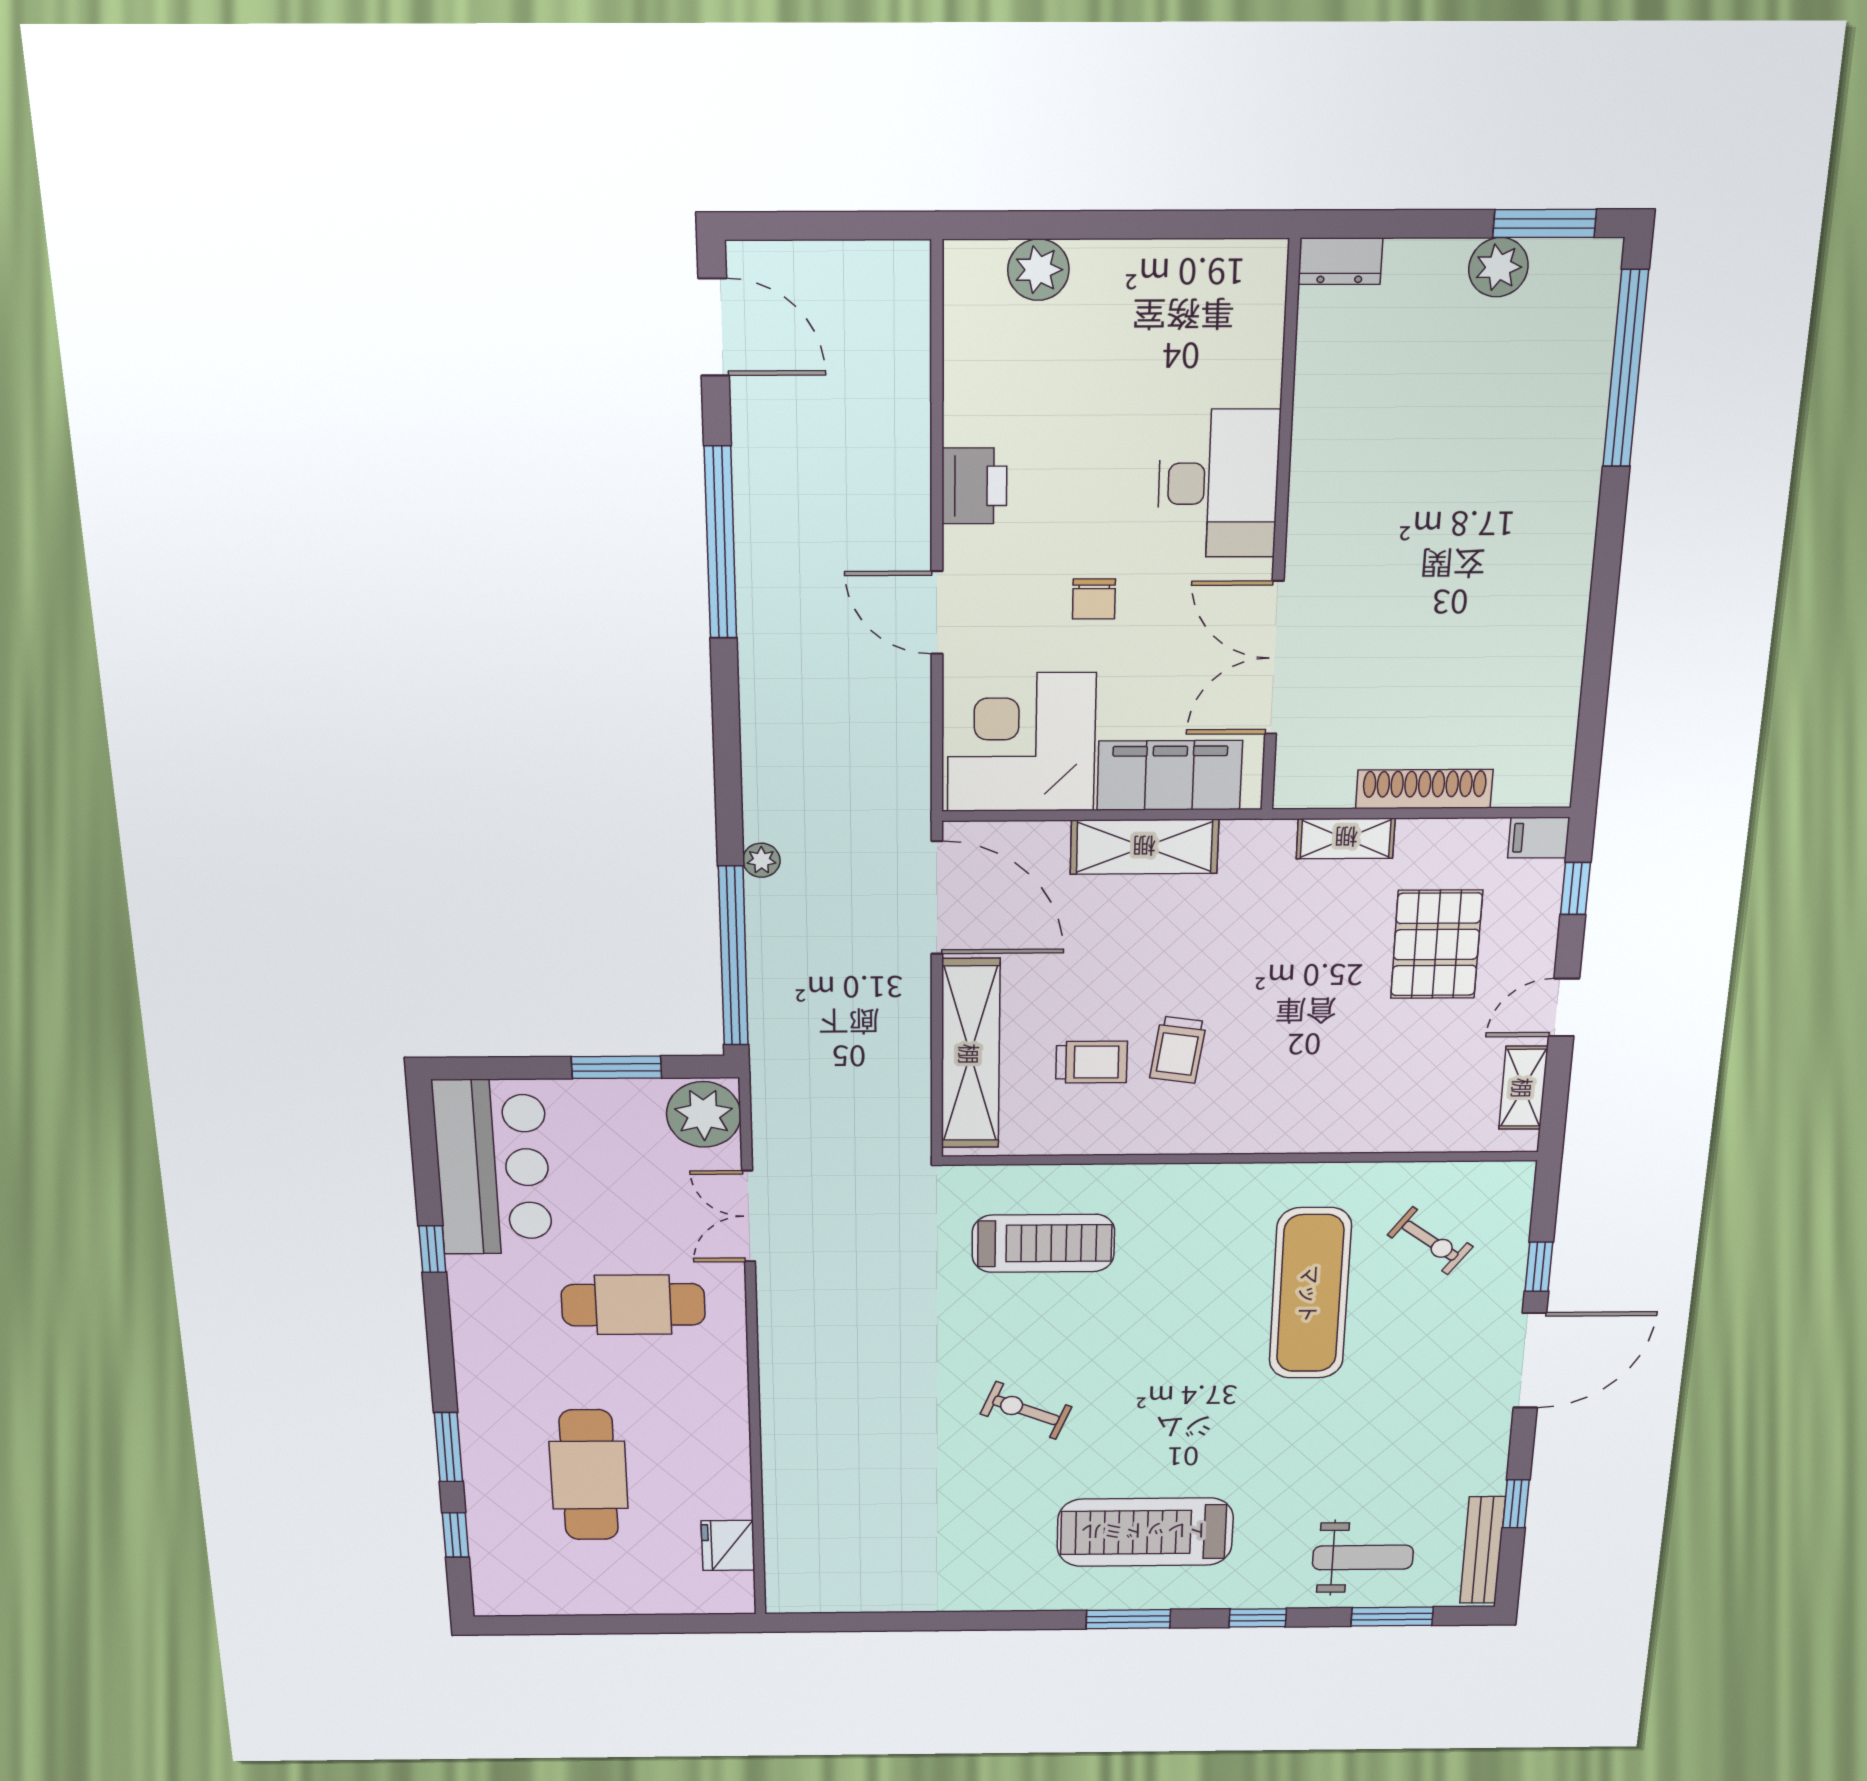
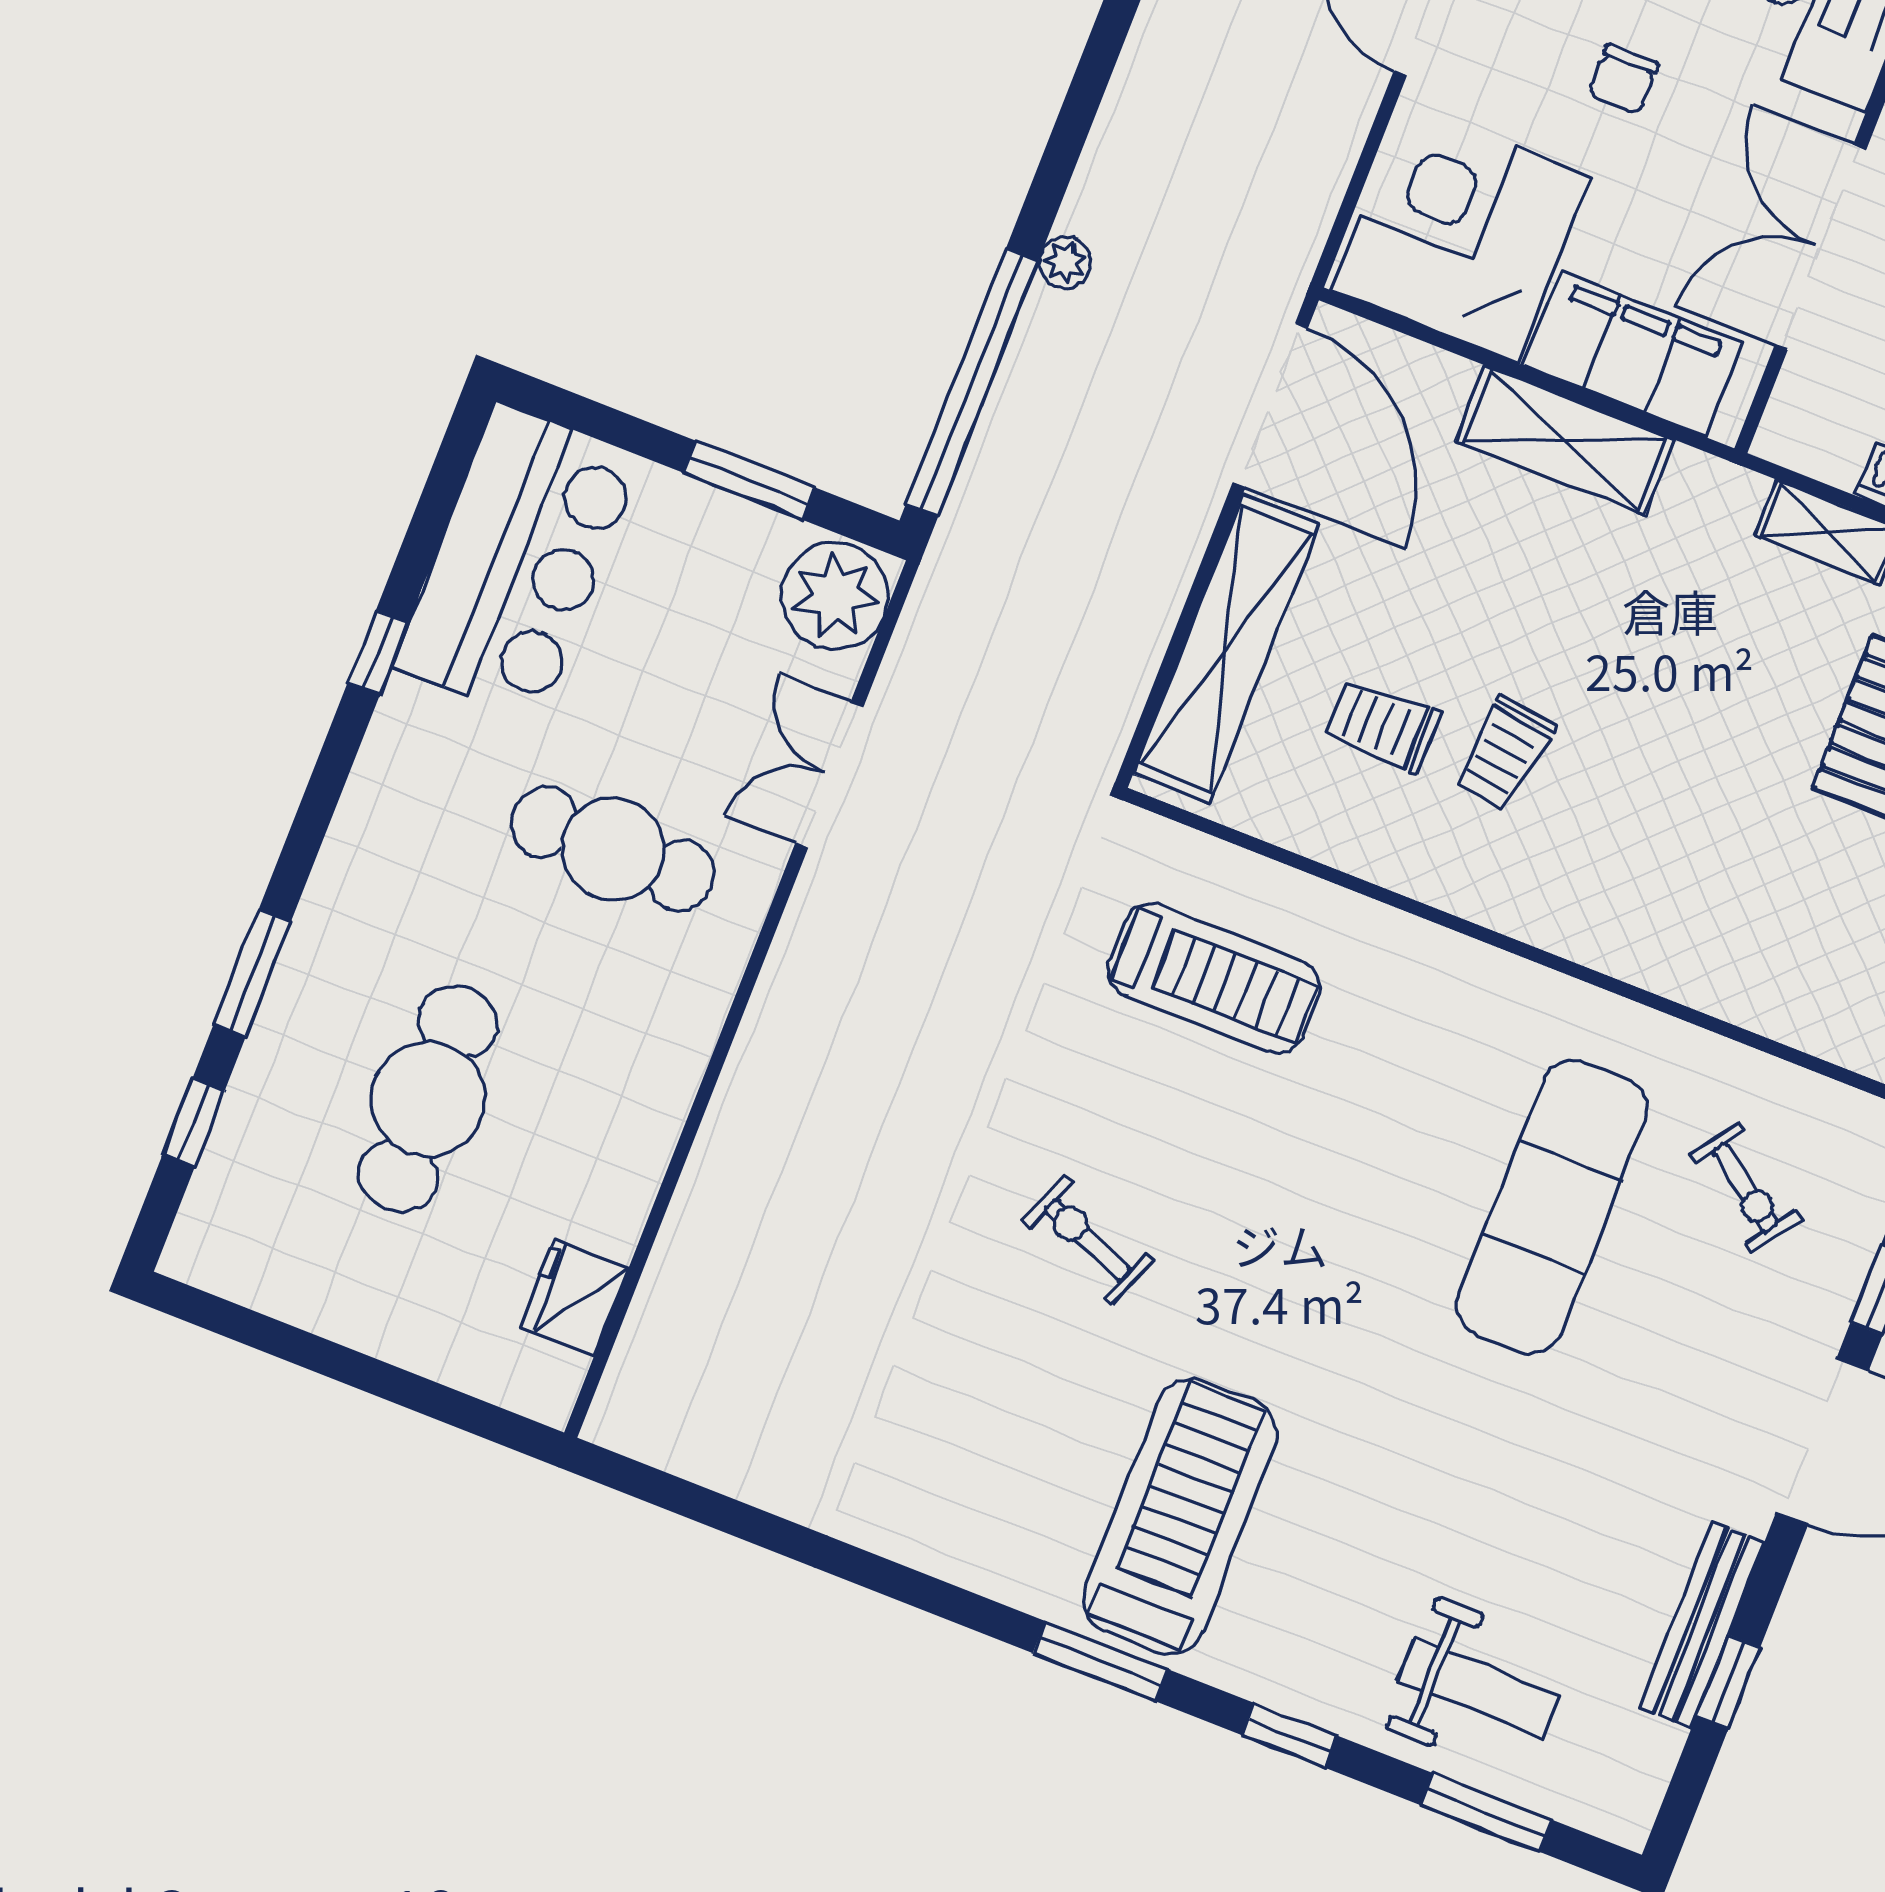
trolley: (1092, 1062) -> (1382, 725), turned 180
treadmill: (1145, 1532) -> (1180, 1517), turned 90
bench: (1482, 1550) -> (1702, 1625), moved

